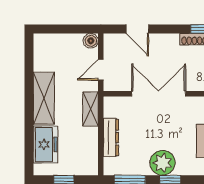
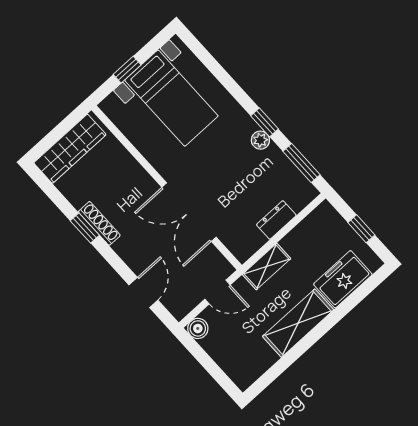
dresser: (111, 138) -> (276, 220), width x0.70
plant: (163, 163) -> (260, 140), width x0.53, depth x0.53

